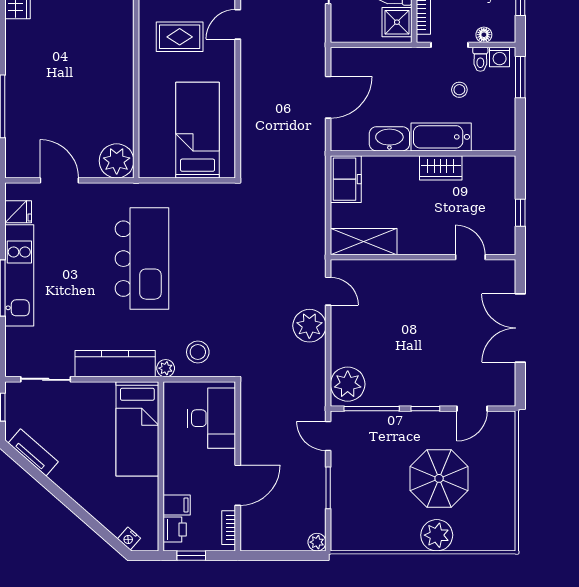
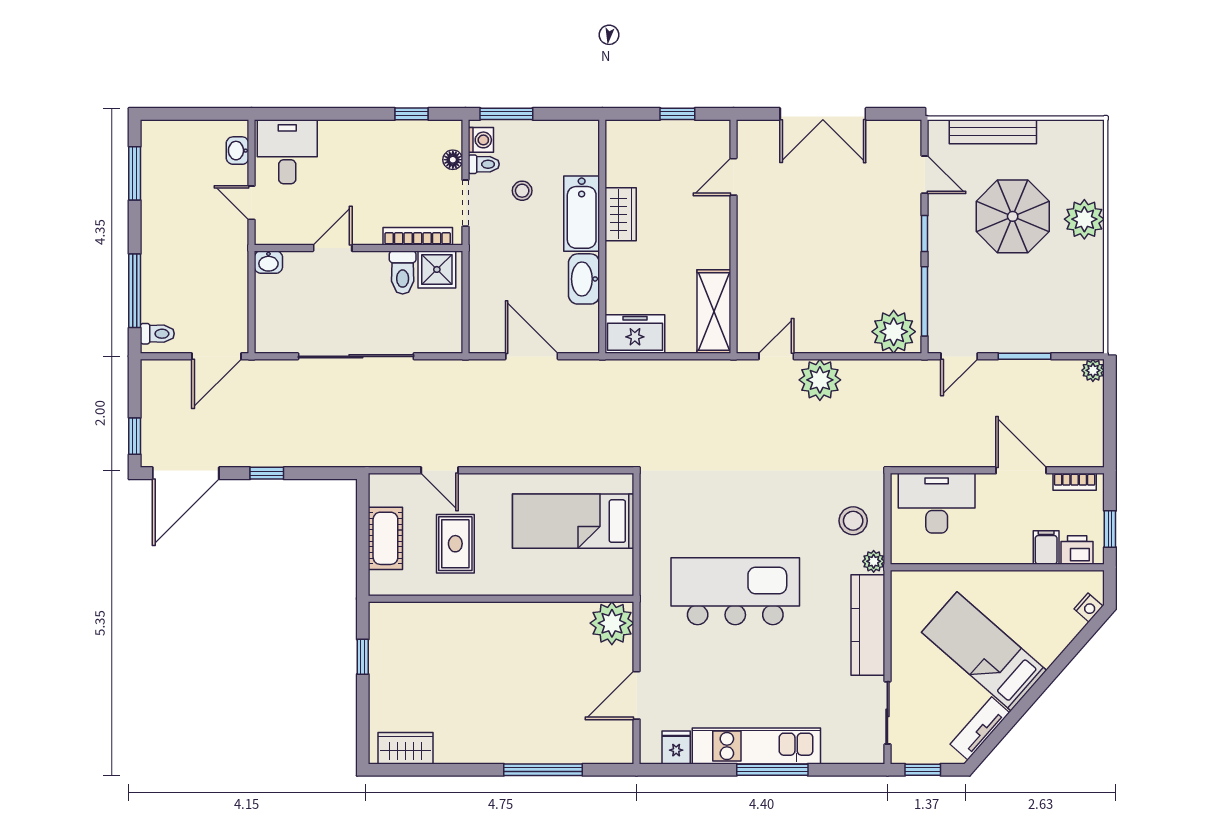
bed: (137, 429) -> (984, 651), moved, turned -139
bench: (506, 463) -> (993, 132), added

